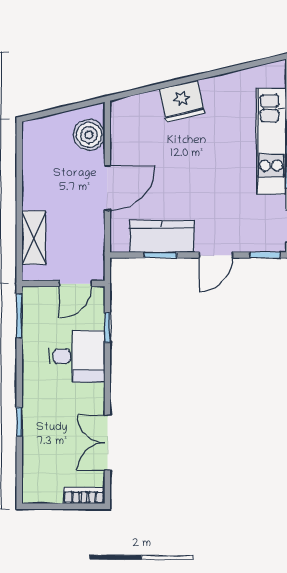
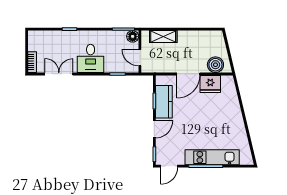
fridge: (182, 101) -> (210, 84), moved, turned -77
door: (107, 188) -> (188, 74), hinge flipped
door: (216, 255) -> (154, 129), swing flipped
floor lamp: (34, 298) -> (133, 36), added
desk: (77, 356) -> (91, 58), moved

